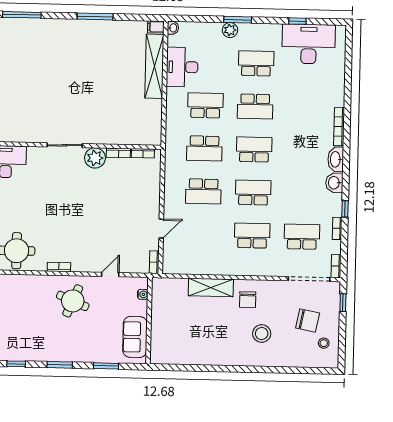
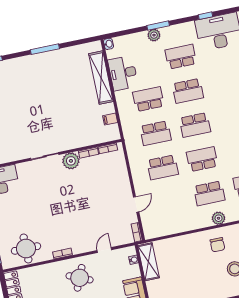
filing cabinet: (156, 27) -> (110, 119), moved
school desk: (254, 149) -> (195, 125), turned 180
school desk: (252, 236) -> (209, 193), turned 180
plant: (256, 268) -> (219, 218), added
shelving: (211, 287) -> (149, 262), moved, turned 90

